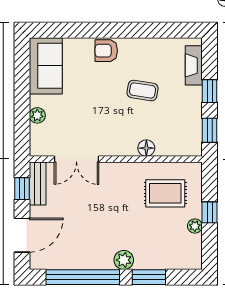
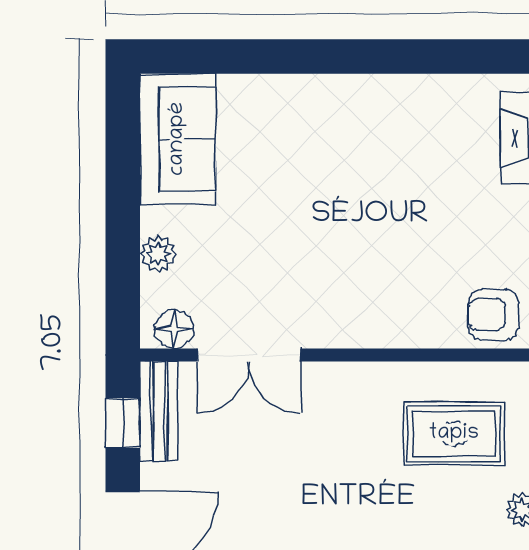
armchair: (106, 51) -> (493, 315), moved
coffee table: (143, 90) -> (402, 196), removed
floor lamp: (146, 148) -> (174, 329), moved

